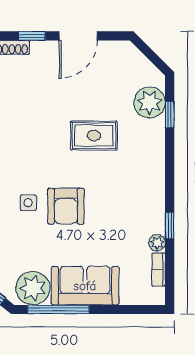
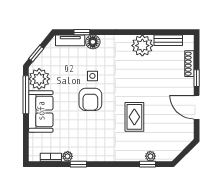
plant: (150, 103) -> (150, 156), width x0.53, depth x0.53
armchair: (66, 206) -> (90, 99), turned -90

